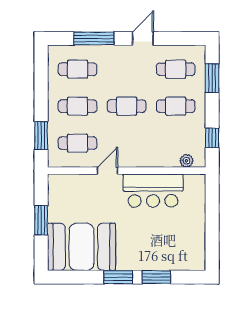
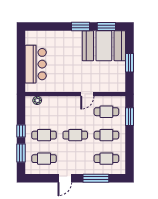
window: (212, 138) -> (21, 131), moved
bar counter: (153, 191) -> (36, 64), moved, turned 90
window: (156, 277) -> (106, 27), moved

